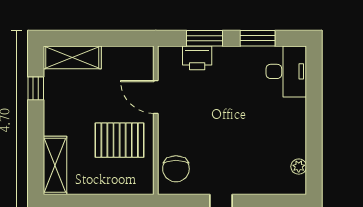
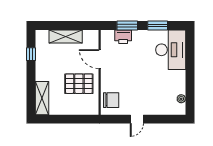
shelving: (72, 57) -> (66, 36), moved
desk: (286, 71) -> (171, 50), width x1.36, depth x1.30
chair: (176, 169) -> (111, 100), turned -90

